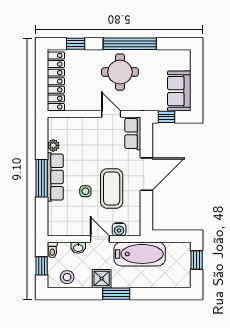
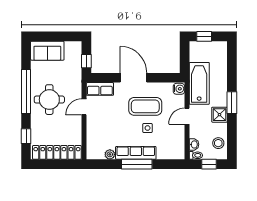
sofa: (179, 91) -> (47, 51), moved
water cooler: (119, 229) -> (179, 89), moved
washbasin: (78, 248) -> (194, 144), moved

